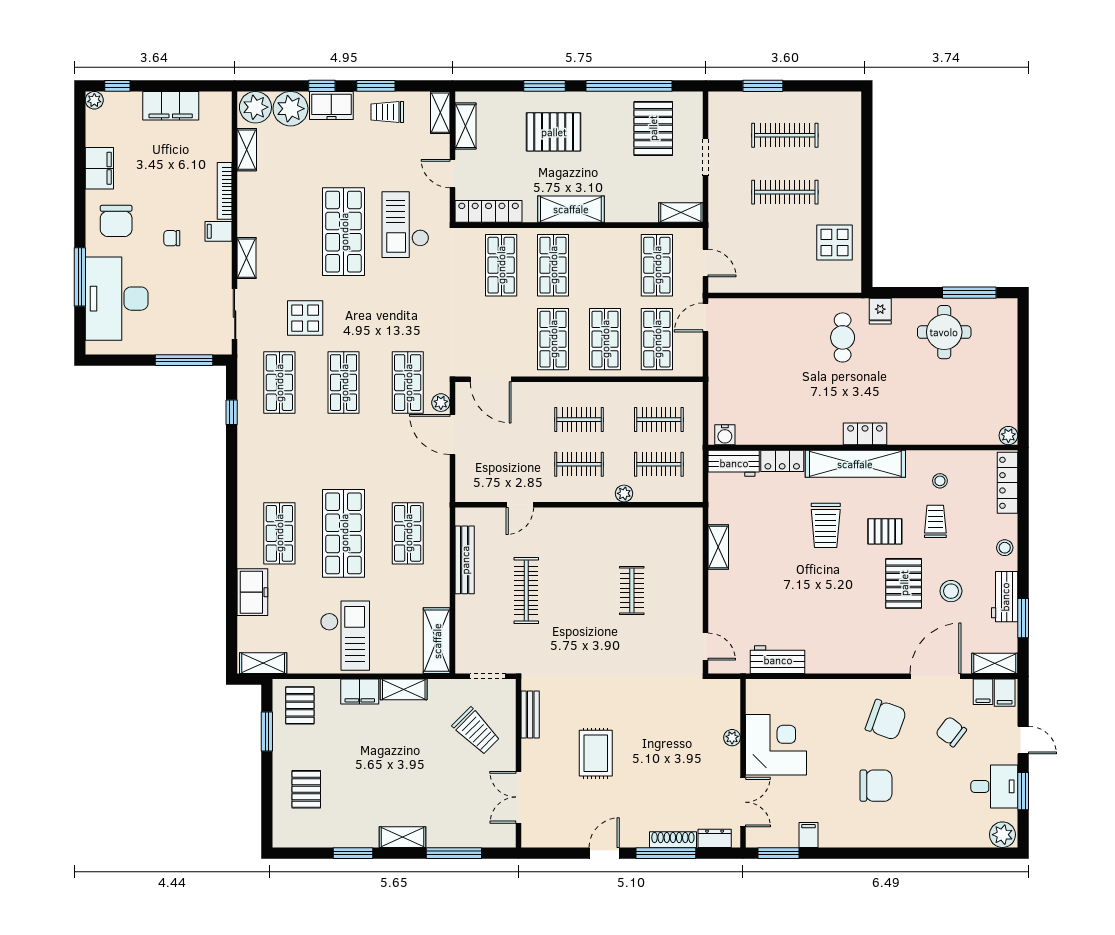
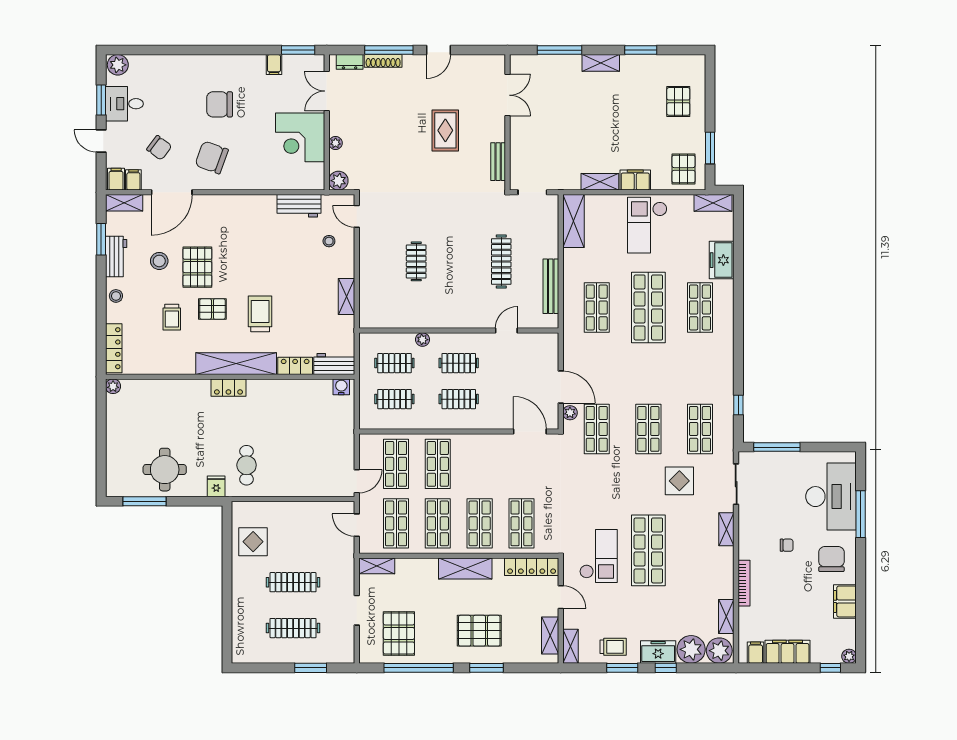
filing cabinet: (219, 231) -> (756, 653), moved, turned -90
shop shelf: (553, 339) -> (438, 523), moved
stool: (940, 481) -> (329, 241), moved
plant: (728, 691) -> (338, 181), added
trolley: (476, 731) -> (542, 148), removed

